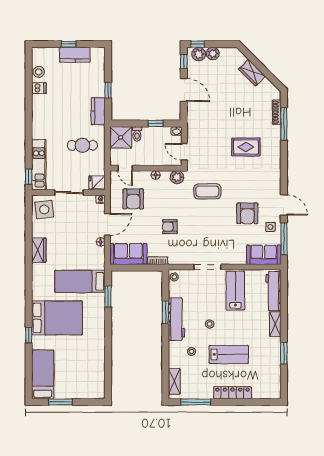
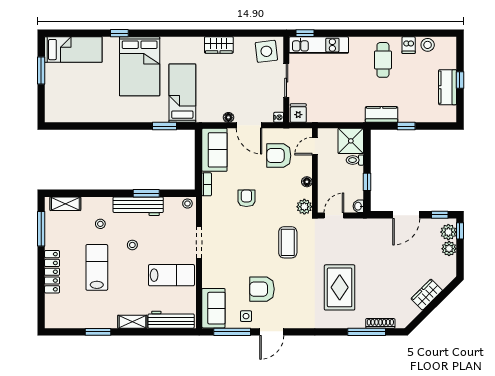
cafe table: (82, 145) -> (383, 60), moved
rug: (246, 147) -> (340, 287), width x1.36, depth x1.43
lab bench: (229, 354) -> (97, 267), turned 180

